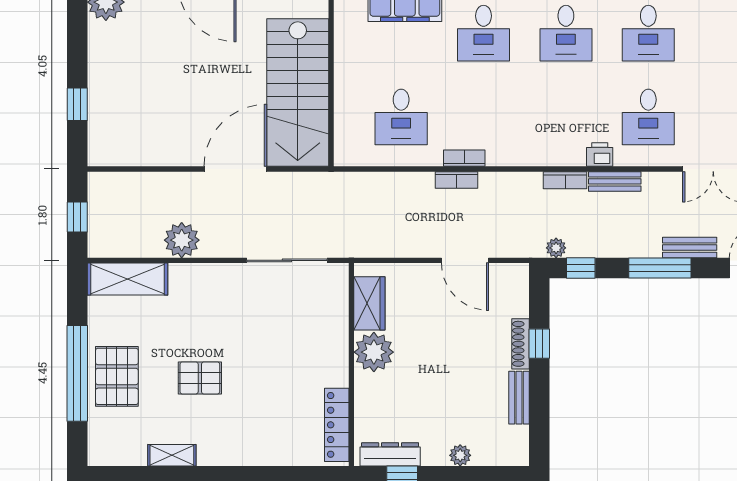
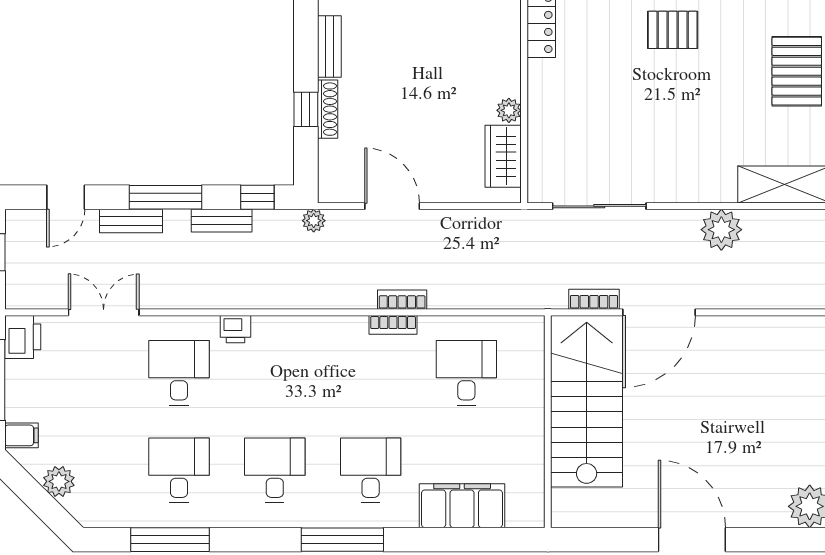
bookcase: (565, 180) -> (594, 299), moved
bench: (615, 181) -> (222, 221), moved
plant: (556, 248) -> (314, 221), moved
plant: (374, 352) -> (509, 110), width x0.53, depth x0.53
pallet: (200, 378) -> (673, 30), moved

